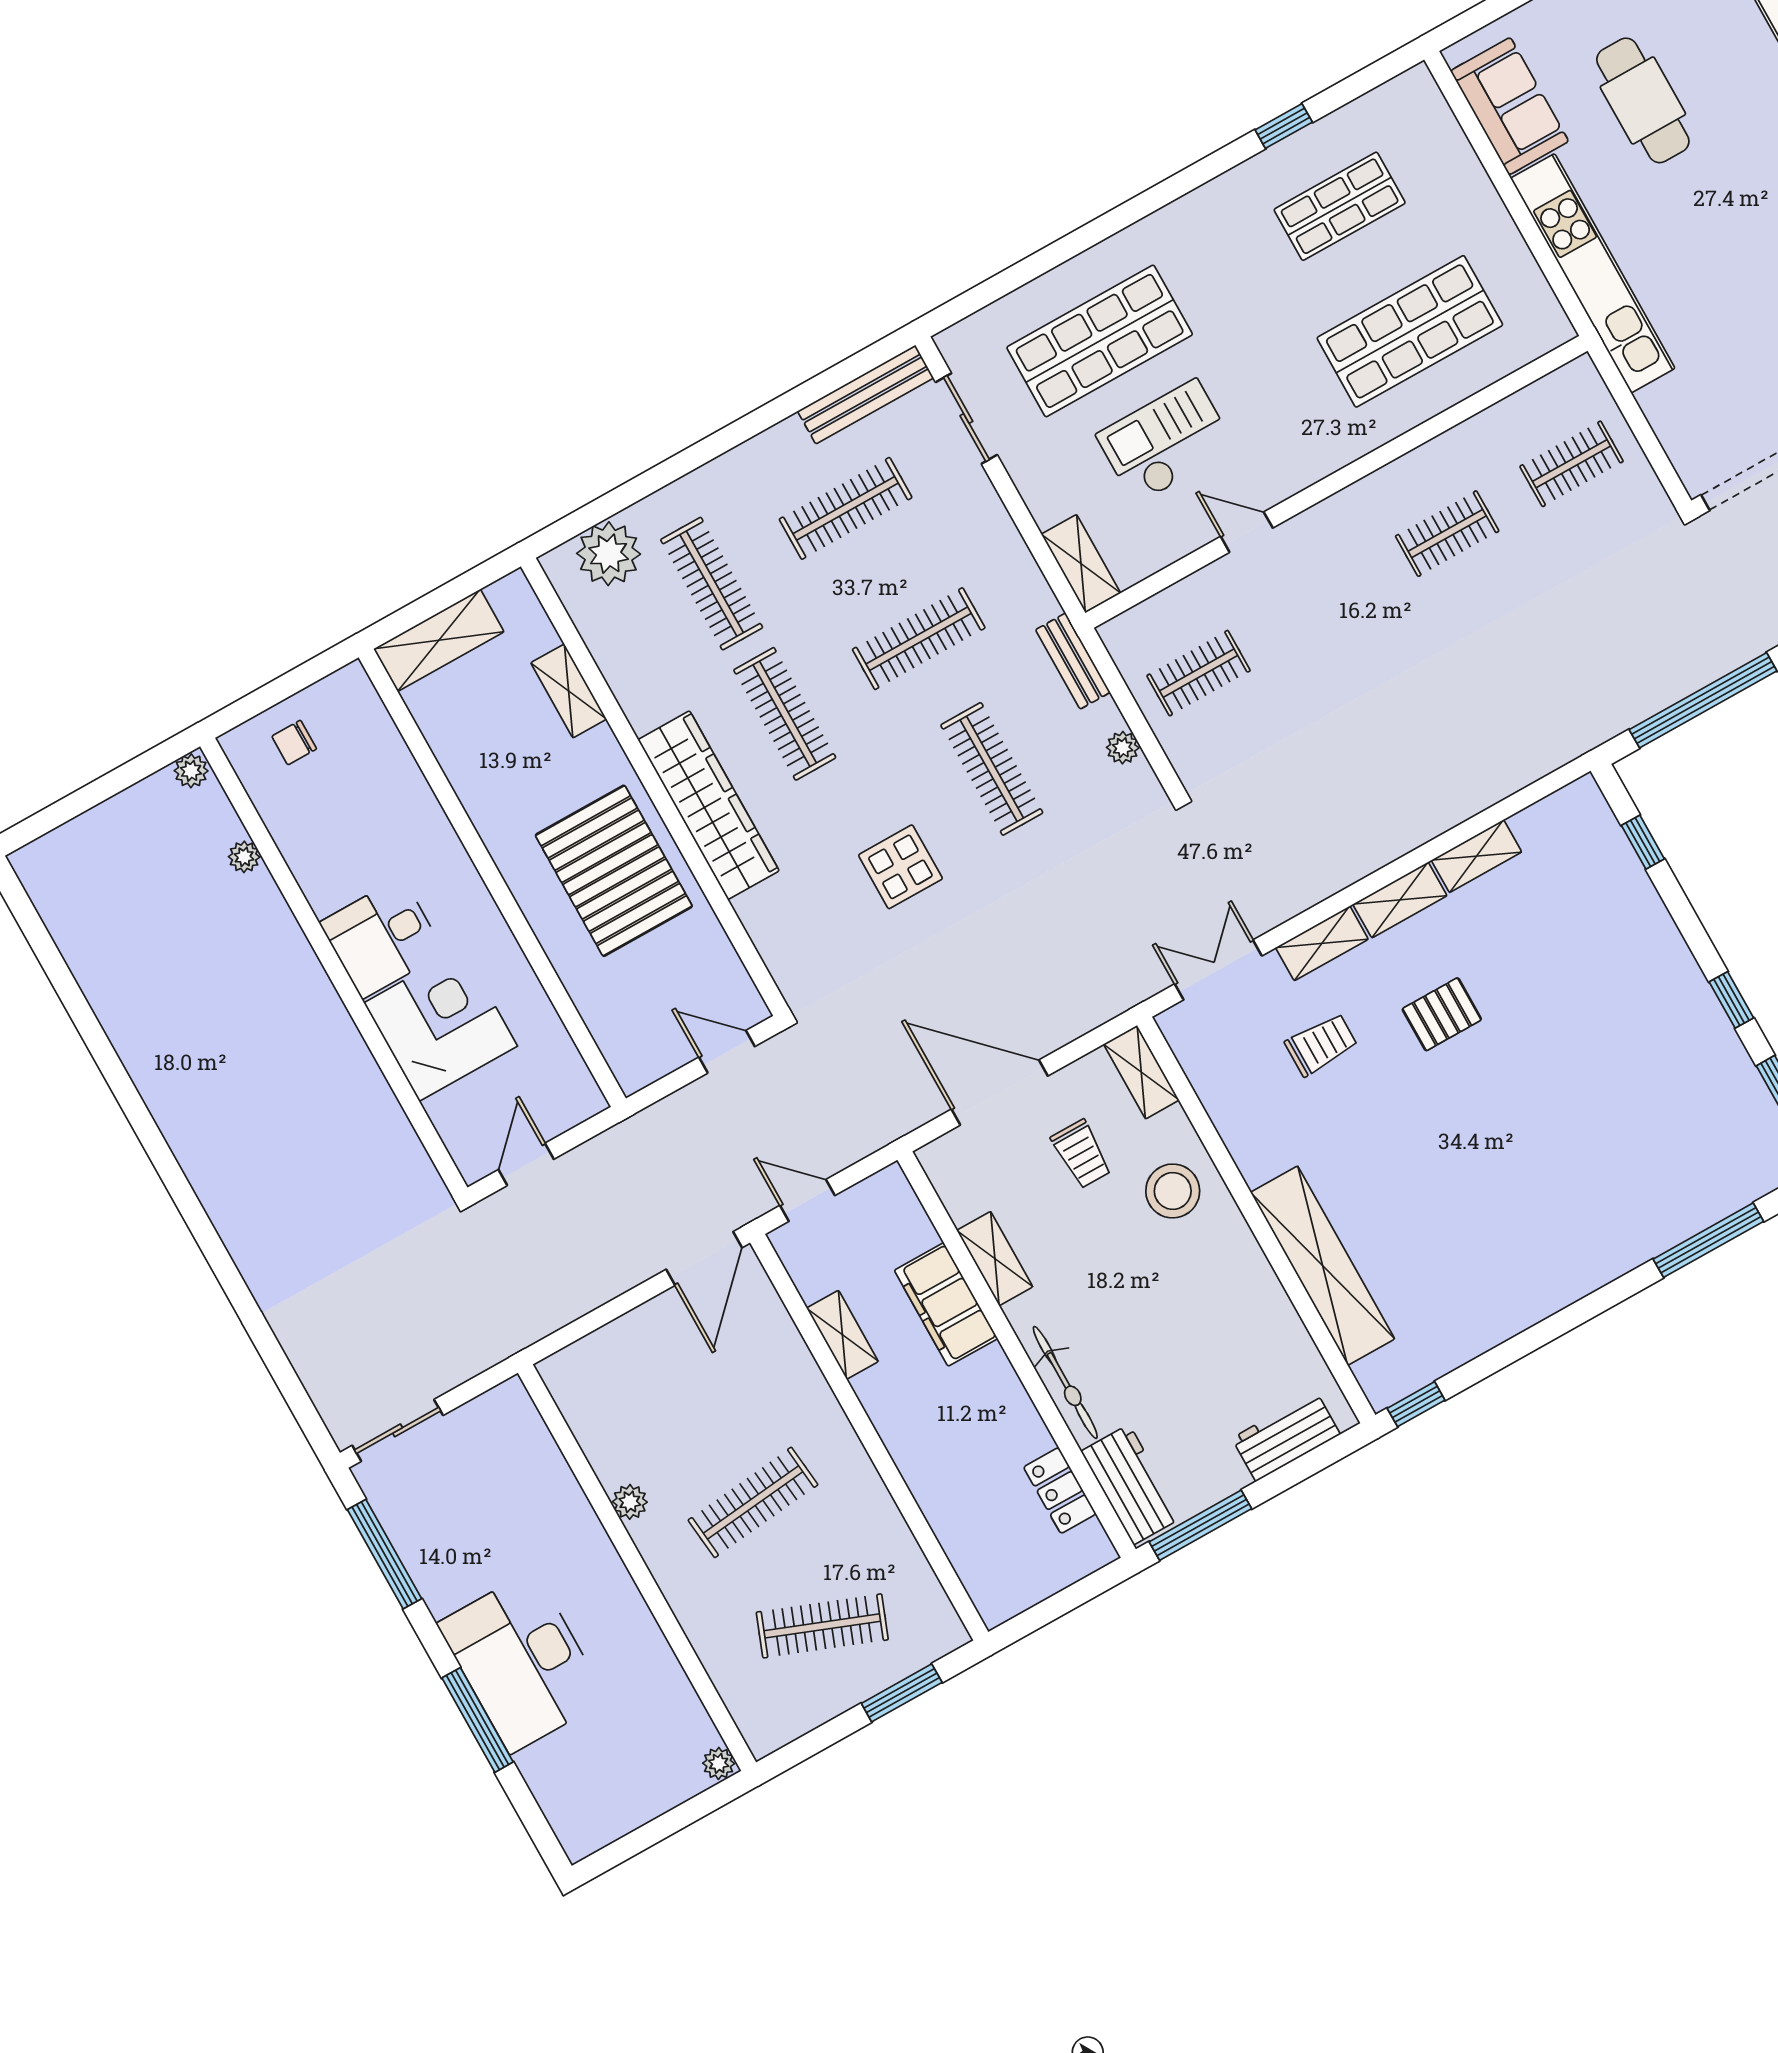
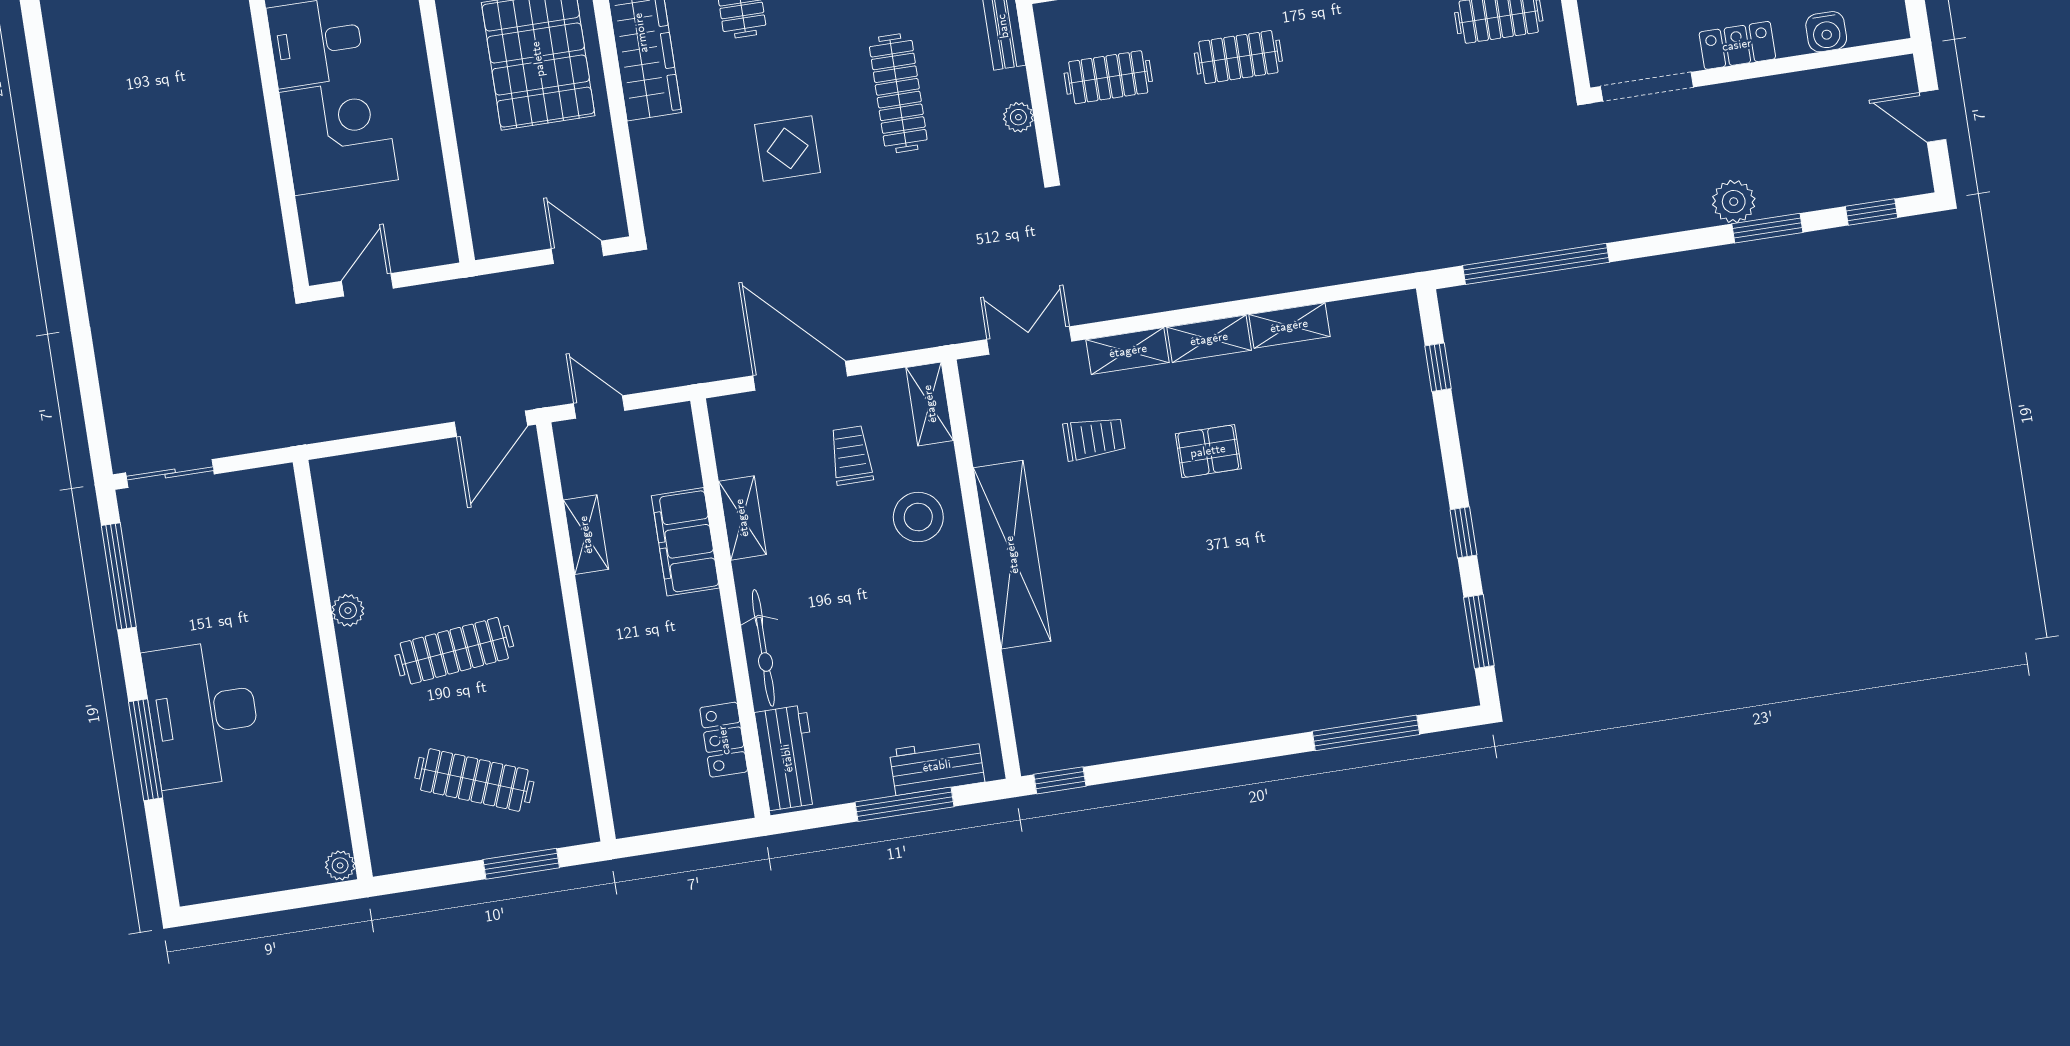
clothes rail: (1447, 534) -> (1238, 57), moved
trolley: (1081, 1154) -> (851, 455), turned 180
shelving: (1323, 1266) -> (1012, 555), moved
window: (1200, 1525) -> (905, 804), moved

